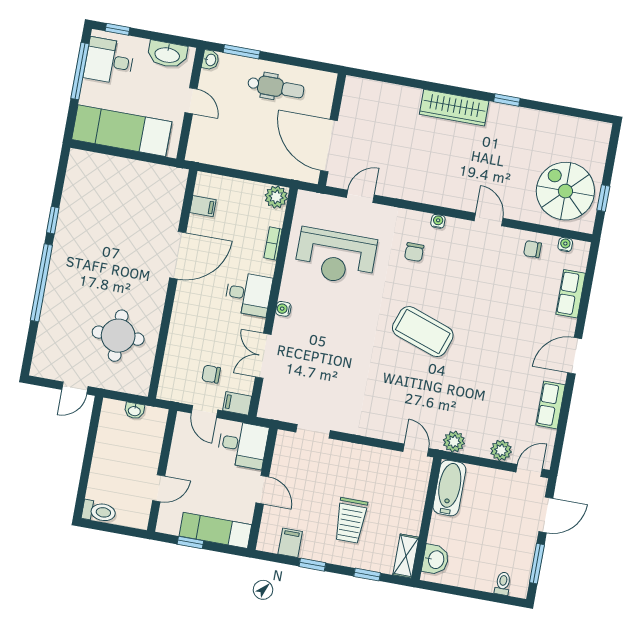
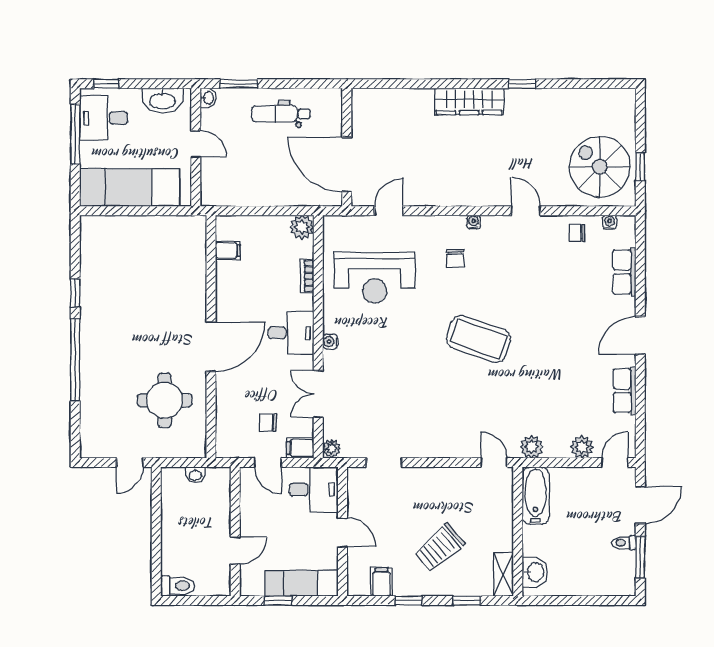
dental chair: (276, 87) -> (281, 114), turned 180
door: (178, 255) -> (211, 347), moved
plant: (266, 409) -> (332, 448), added
trolley: (351, 520) -> (440, 548), turned 49
toilet: (503, 584) -> (624, 543), moved, turned -90

